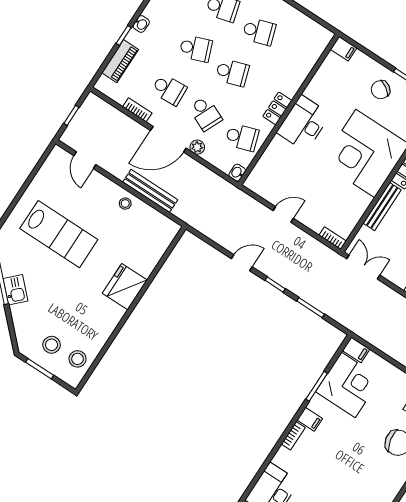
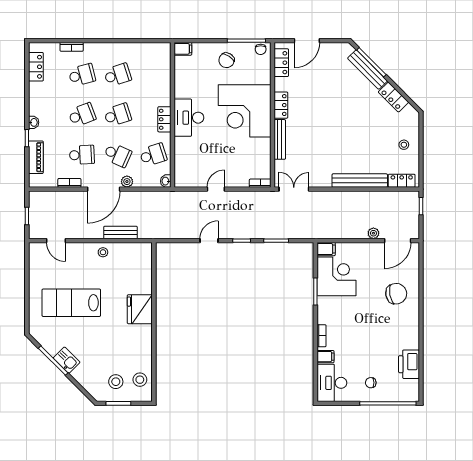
bench: (150, 191) -> (120, 232), width x0.73
lab bench: (59, 234) -> (71, 303), turned 180
filing cabinet: (310, 419) -> (325, 357), moved

